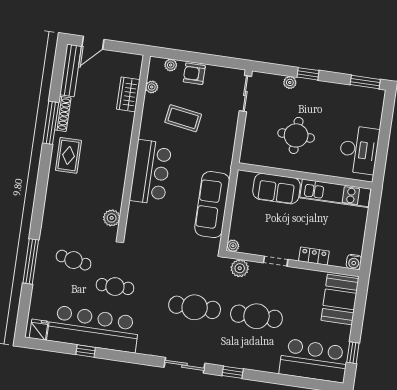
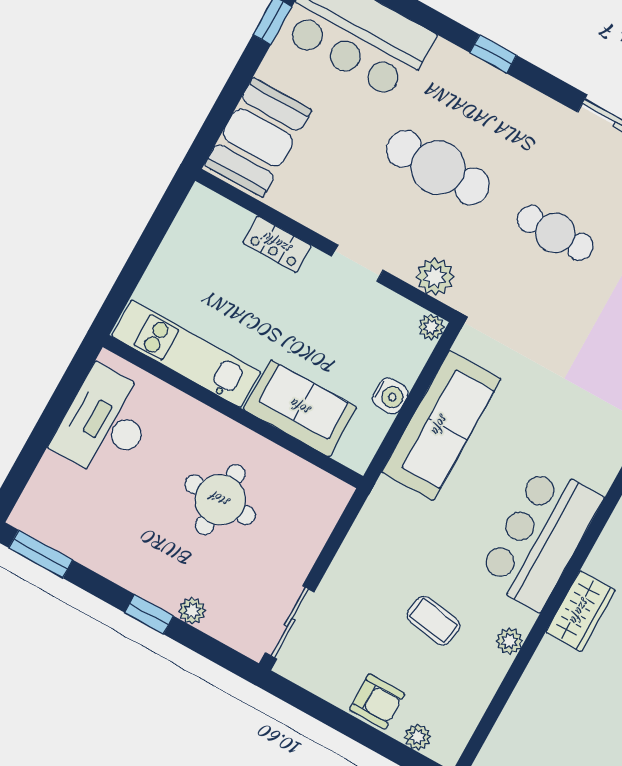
plant: (152, 87) -> (509, 641), moved
wardrobe: (128, 94) -> (581, 611), moved
coffee table: (183, 118) -> (433, 621), width x0.73, depth x0.77
water cooler: (354, 262) -> (390, 396), moved, turned 90
cafe table: (195, 307) -> (555, 233), width x0.73, depth x0.74
window: (233, 372) -> (493, 54), moved

